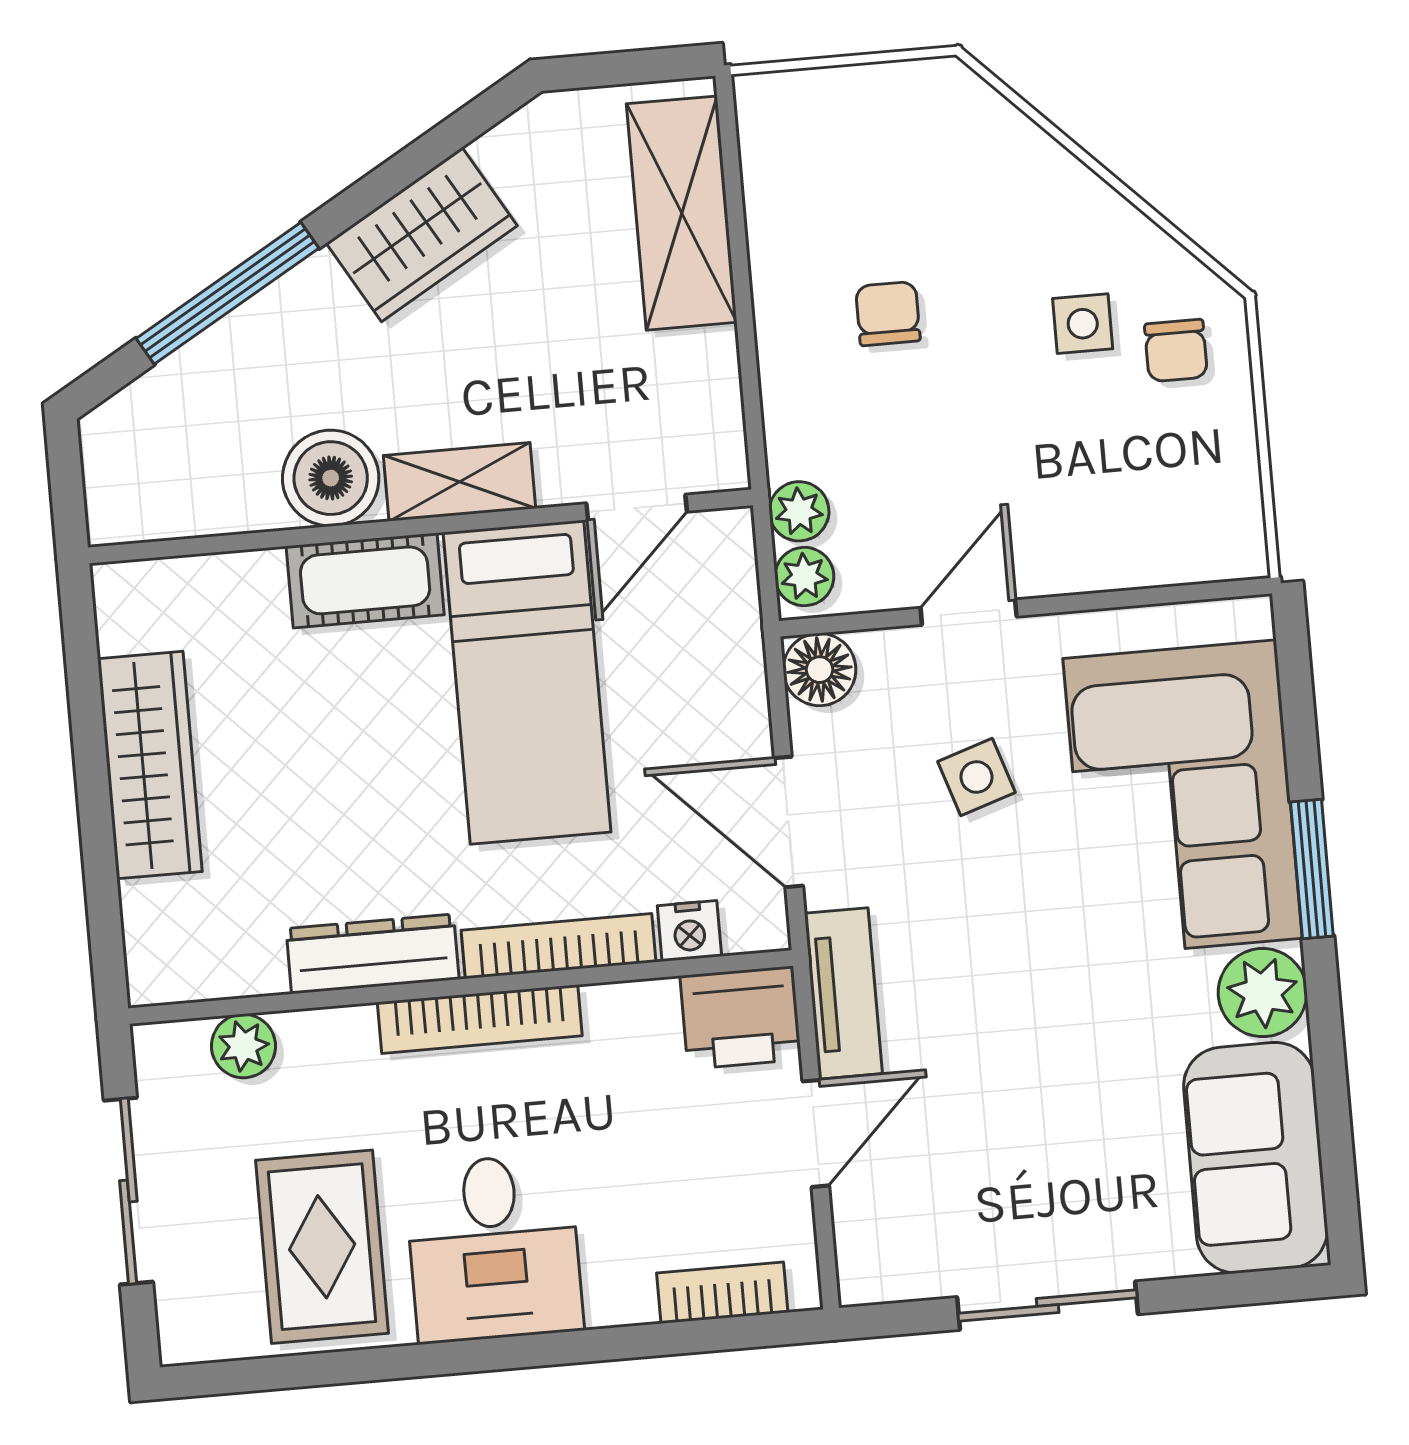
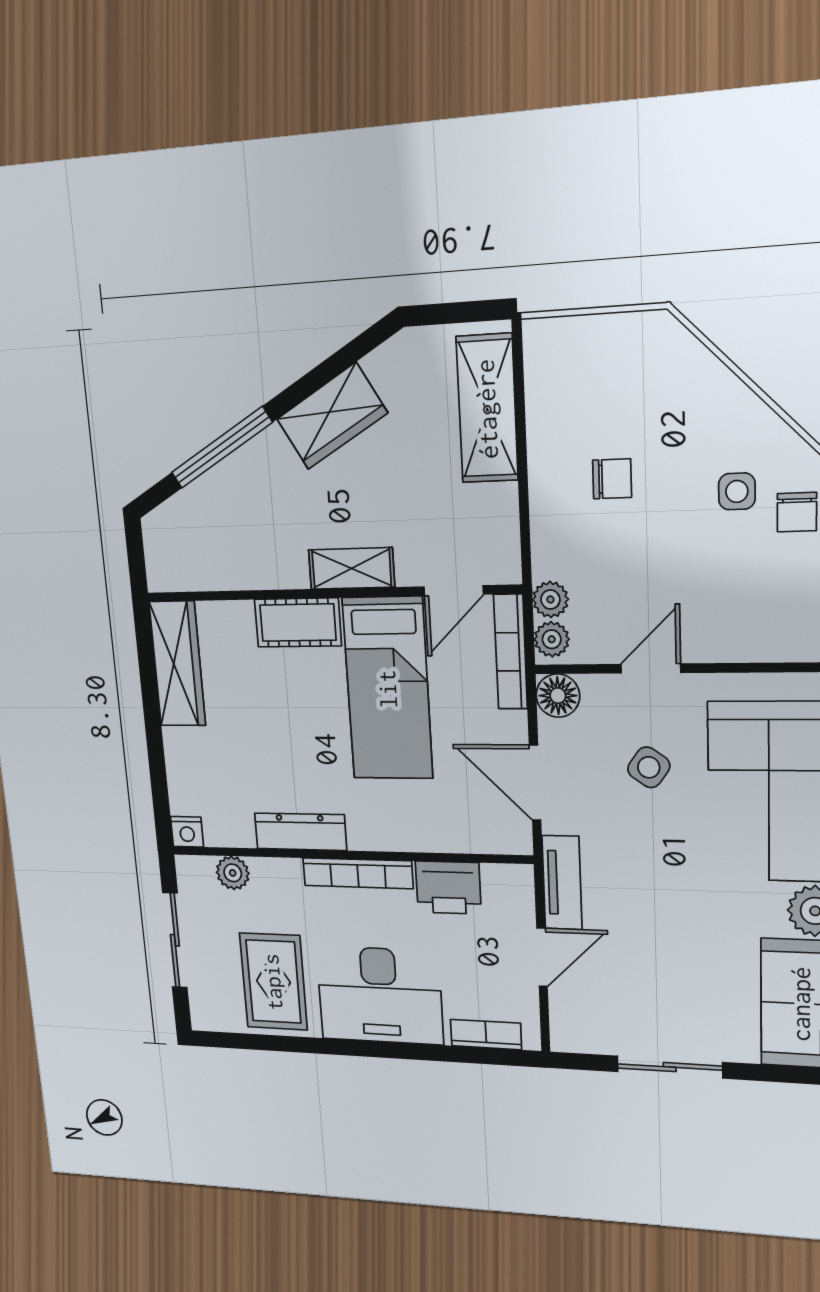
chair: (888, 314) -> (612, 479), turned 90
boiler: (331, 478) -> (279, 561), removed
wardrobe: (150, 765) -> (177, 664), moved
side table: (977, 777) -> (649, 767), turned -37
nightstand: (689, 931) -> (187, 832), moved
bookcase: (558, 946) -> (511, 652), moved, turned -90
printer: (741, 1018) -> (448, 888), moved
desk: (494, 1248) -> (380, 995), width x1.37

